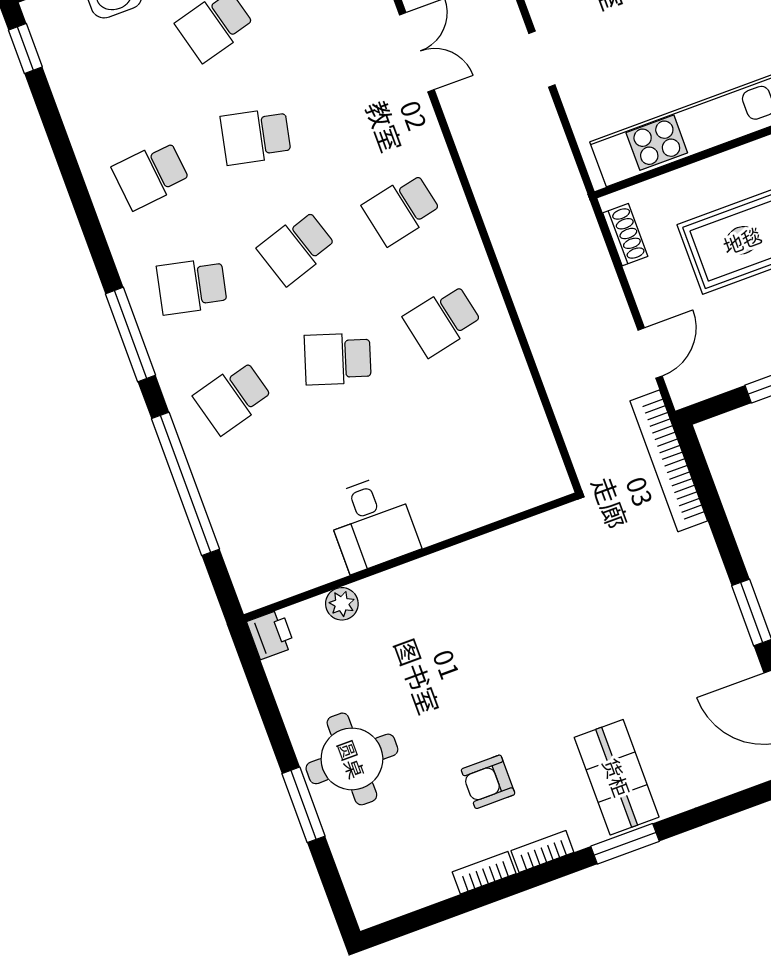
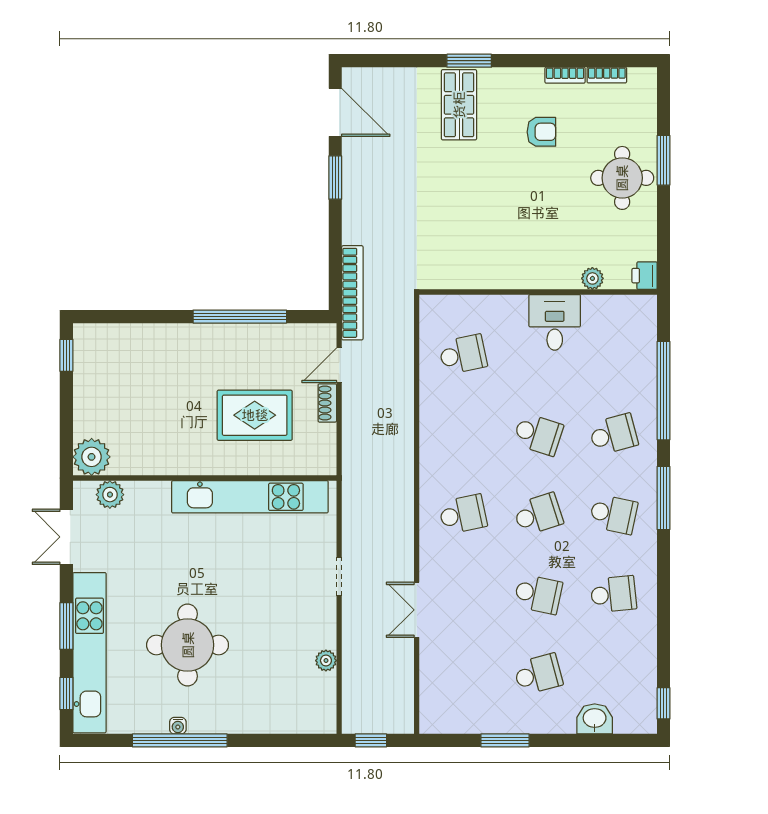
shoe rack: (625, 235) -> (327, 403), moved
school desk: (442, 320) -> (463, 354), moved
bookcase: (542, 852) -> (607, 75), moved

